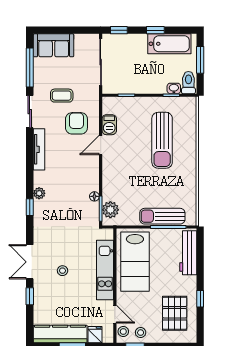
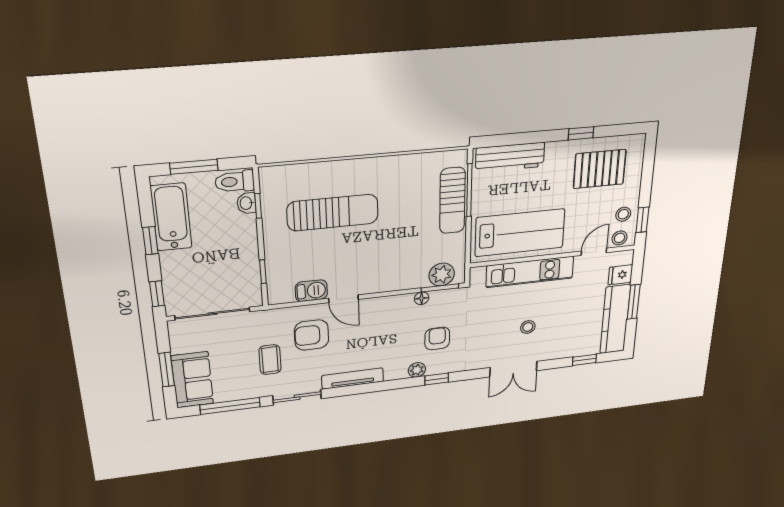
window: (64, 30) -> (167, 370), added
armchair: (62, 207) -> (437, 338), added
window: (30, 296) -> (584, 360), moved

